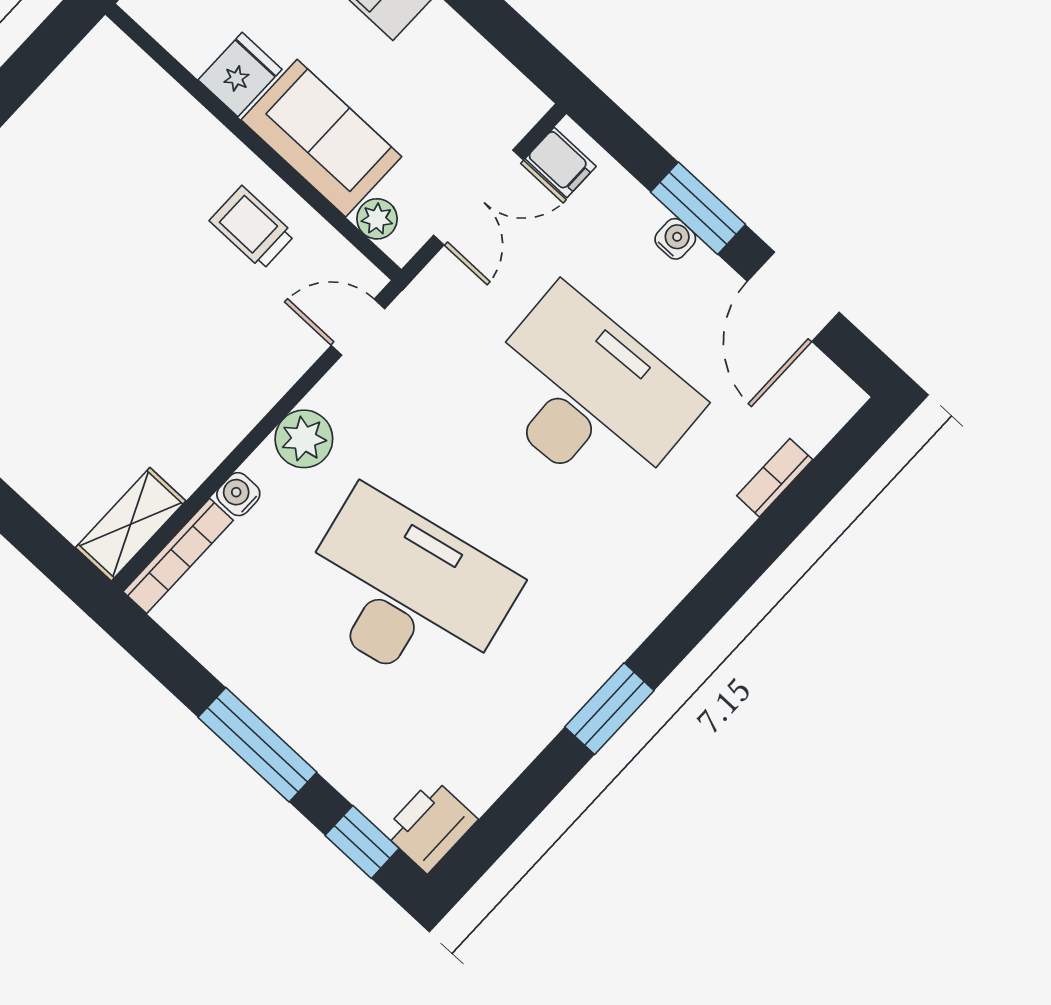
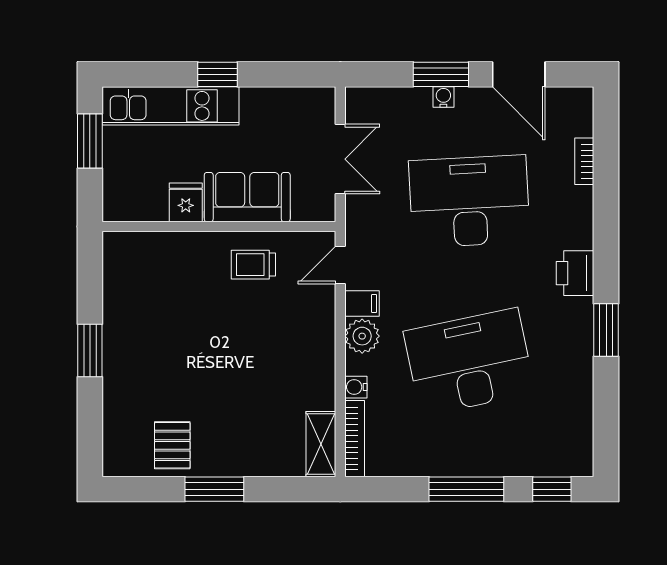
filing cabinet: (561, 162) -> (362, 304), moved
plant: (377, 219) -> (305, 210), removed
printer: (430, 826) -> (575, 273), moved

